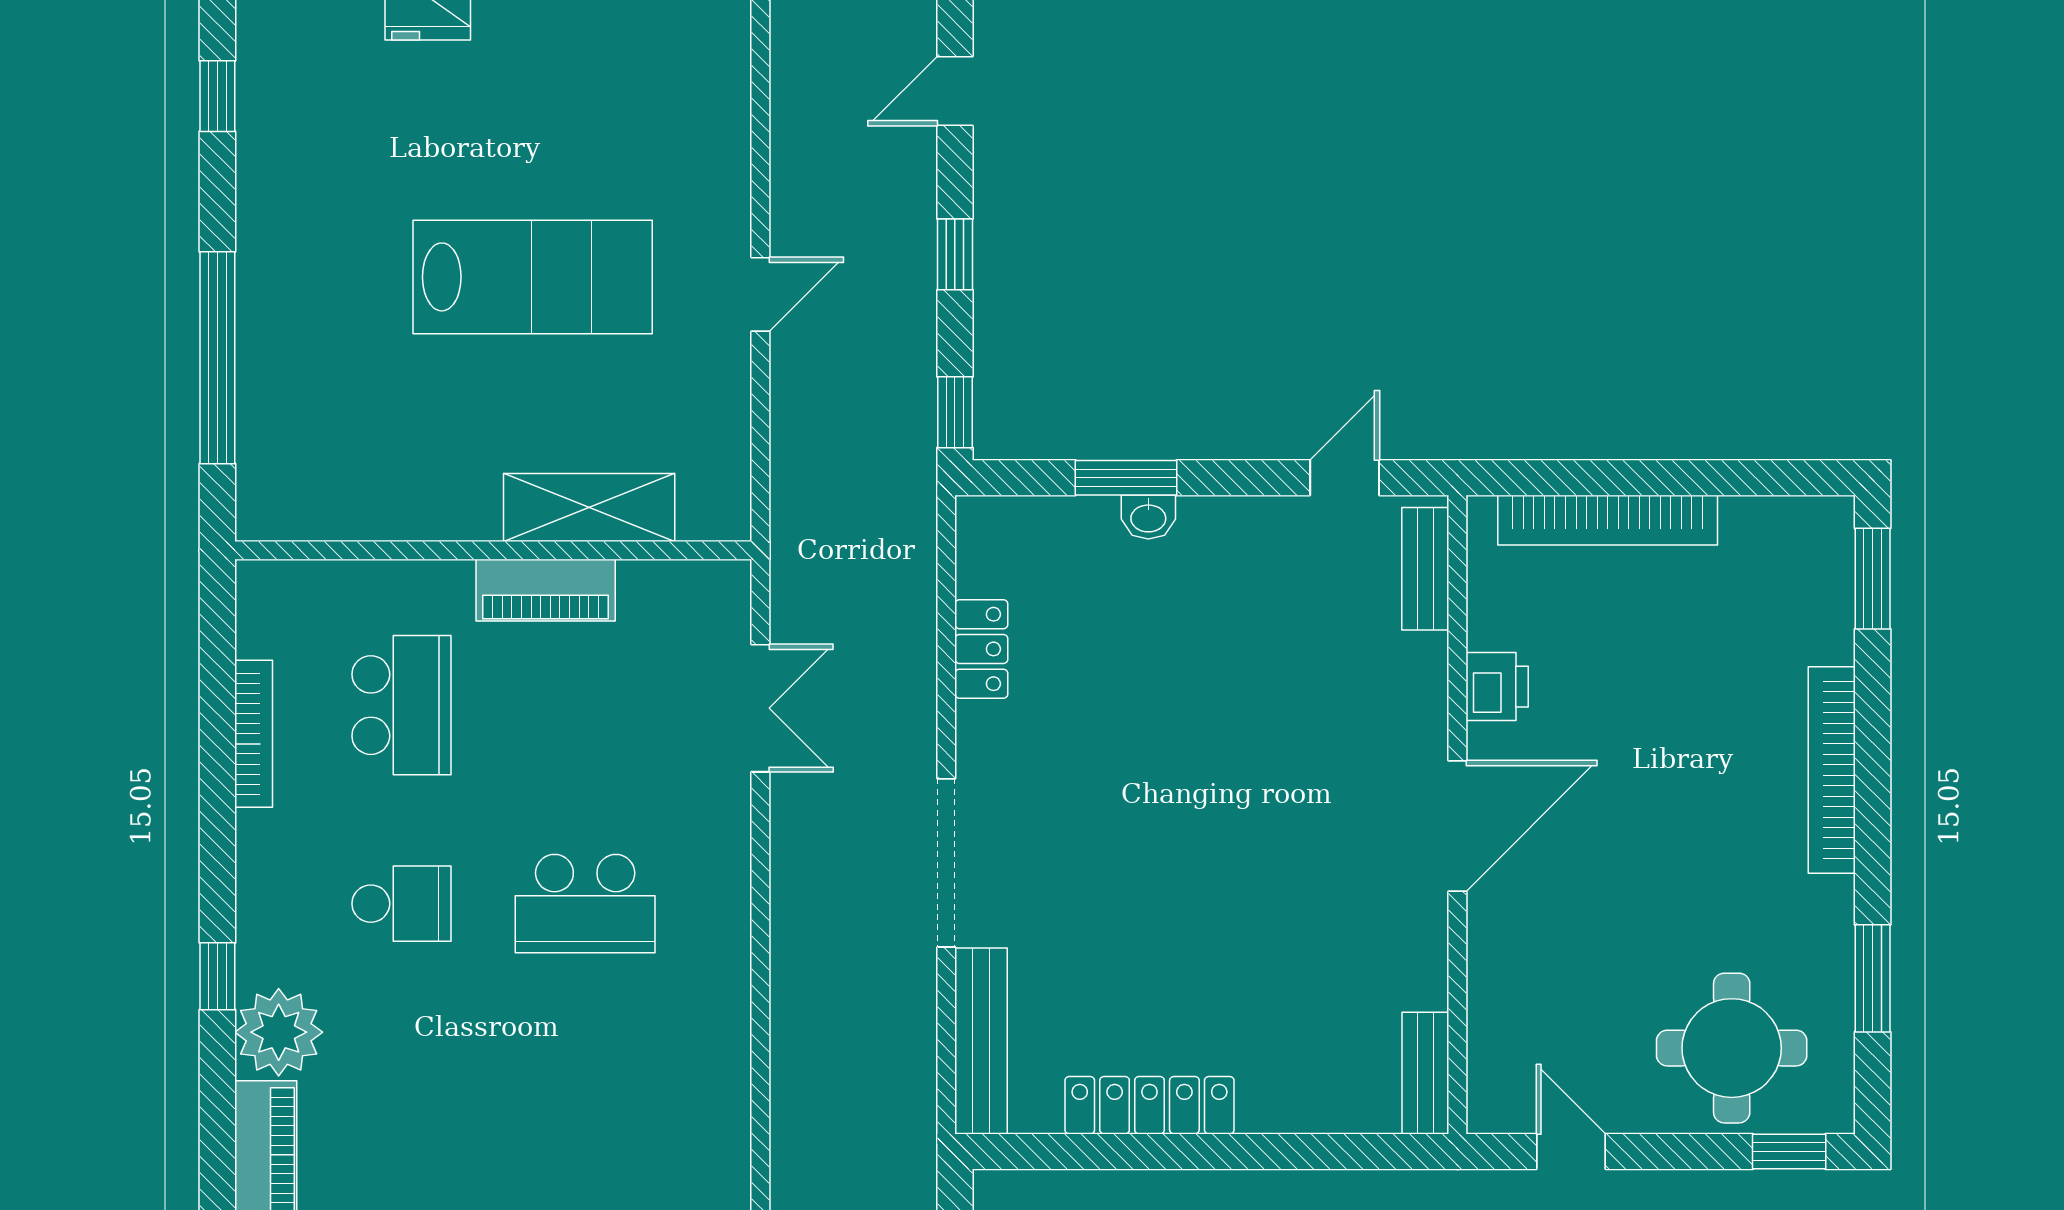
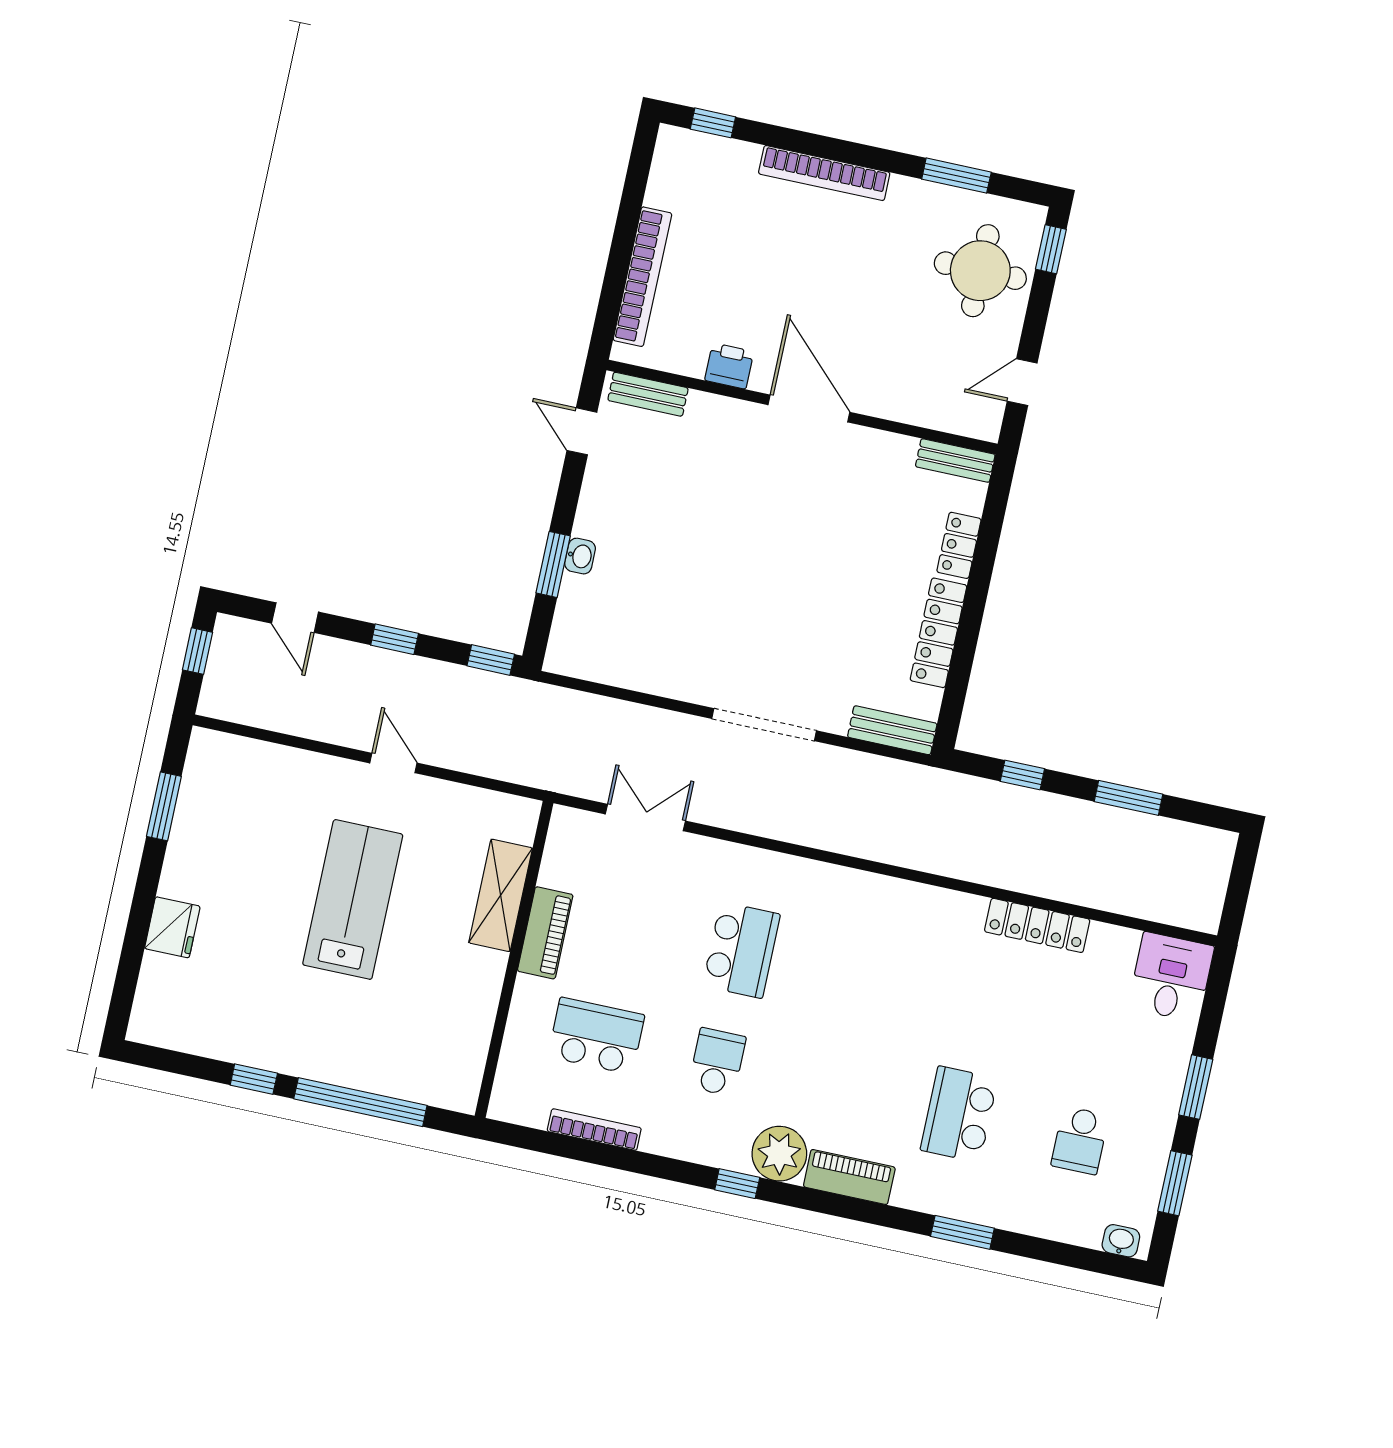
window: (217, 96) -> (254, 1079), moved
window: (1873, 579) -> (713, 123), width x0.67
locker: (981, 649) -> (959, 545), moved, turned -90
bench: (981, 1041) -> (892, 730), width x0.73

